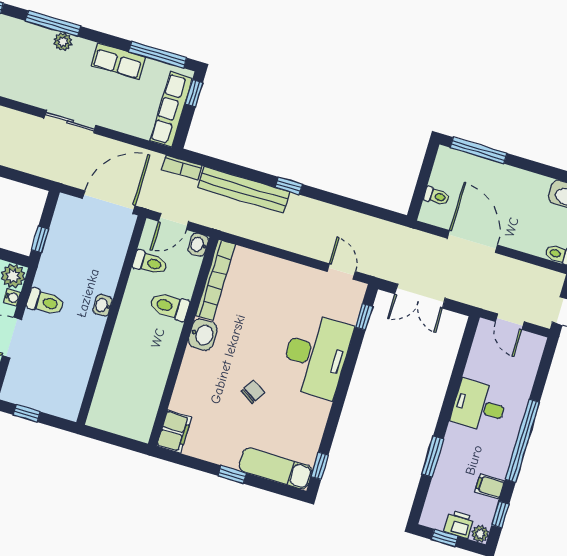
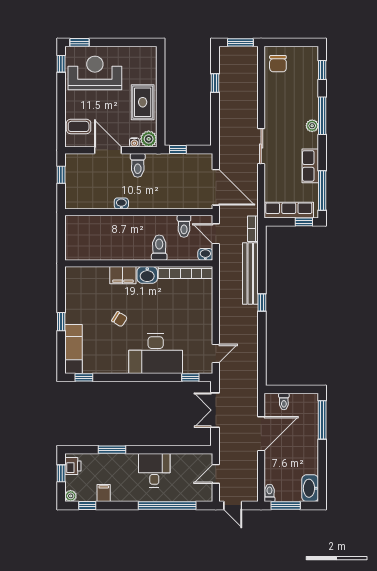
washbasin: (103, 305) -> (121, 203), moved
filing cabinet: (174, 432) -> (123, 275), moved
window: (522, 441) -> (167, 506), moved
printer: (459, 524) -> (73, 466), moved

